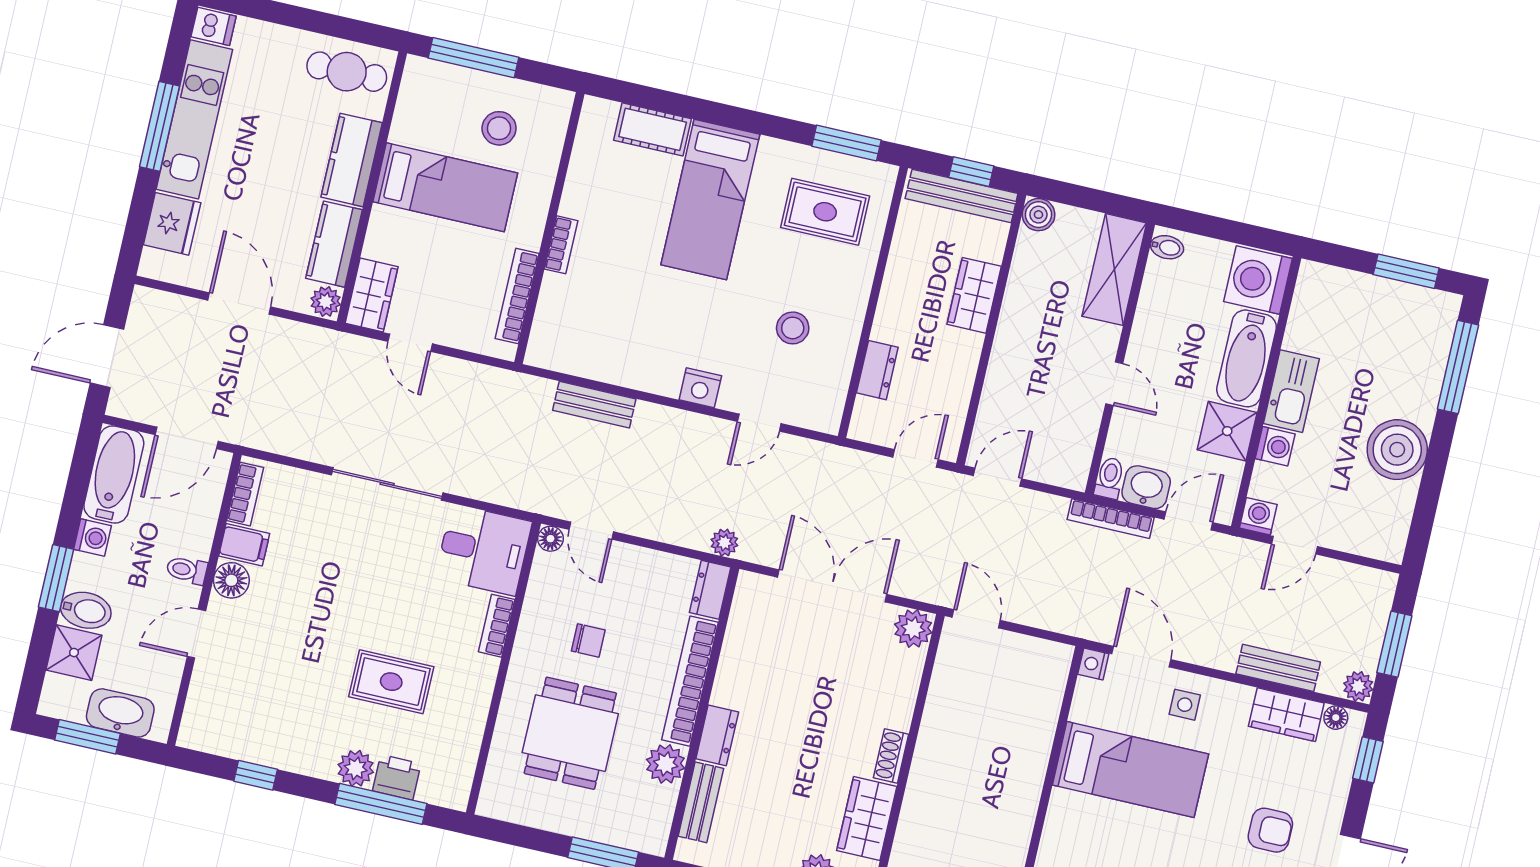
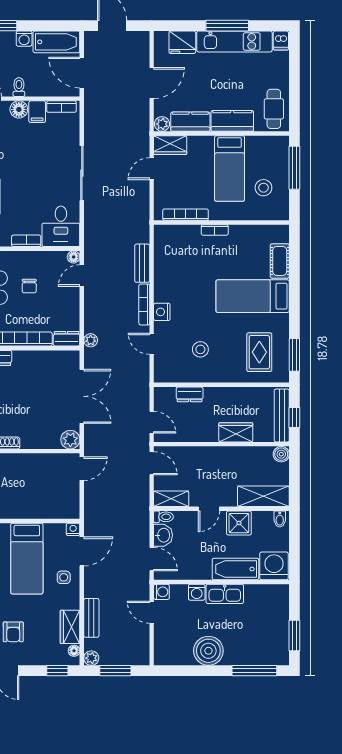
shower: (1227, 431) -> (239, 523), moved
shelving: (1077, 454) -> (171, 499), added
bookcase: (1111, 519) -> (144, 304), moved

